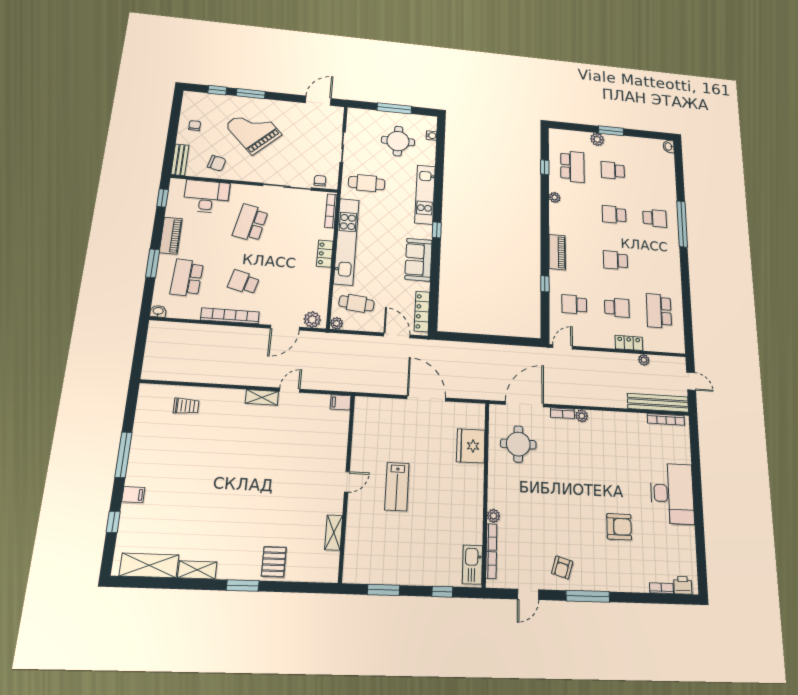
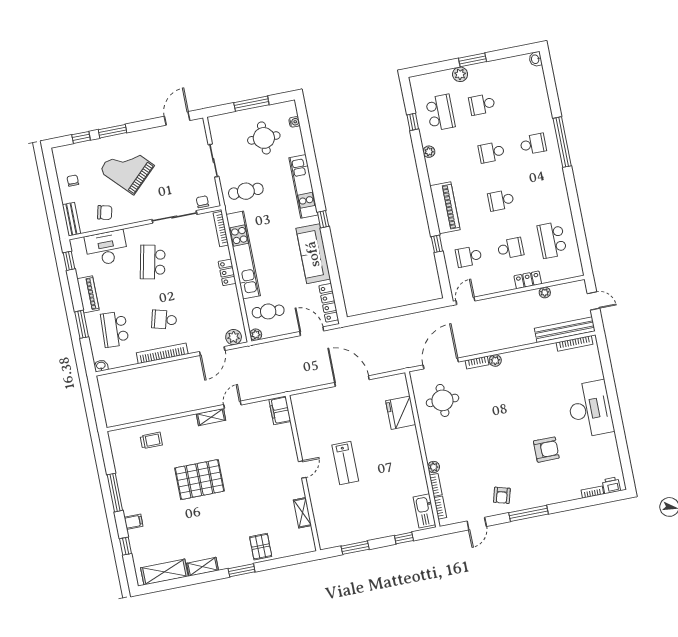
piano: (557, 252) -> (445, 208), width x1.37, depth x1.33
sofa: (418, 260) -> (313, 254), width x1.36
filing cabinet: (341, 402) -> (280, 410), width x2.00
pallet: (227, 464) -> (199, 480), added

